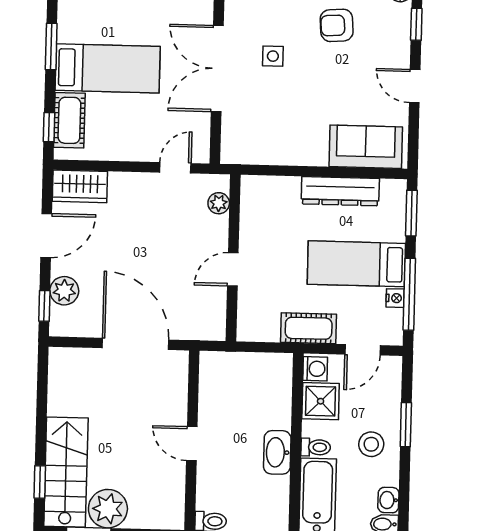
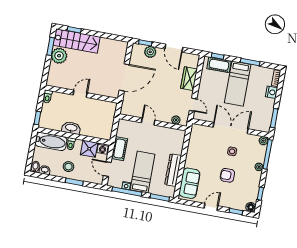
armchair: (337, 25) -> (227, 175), moved, turned -86
wardrobe: (80, 186) -> (189, 79), moved

